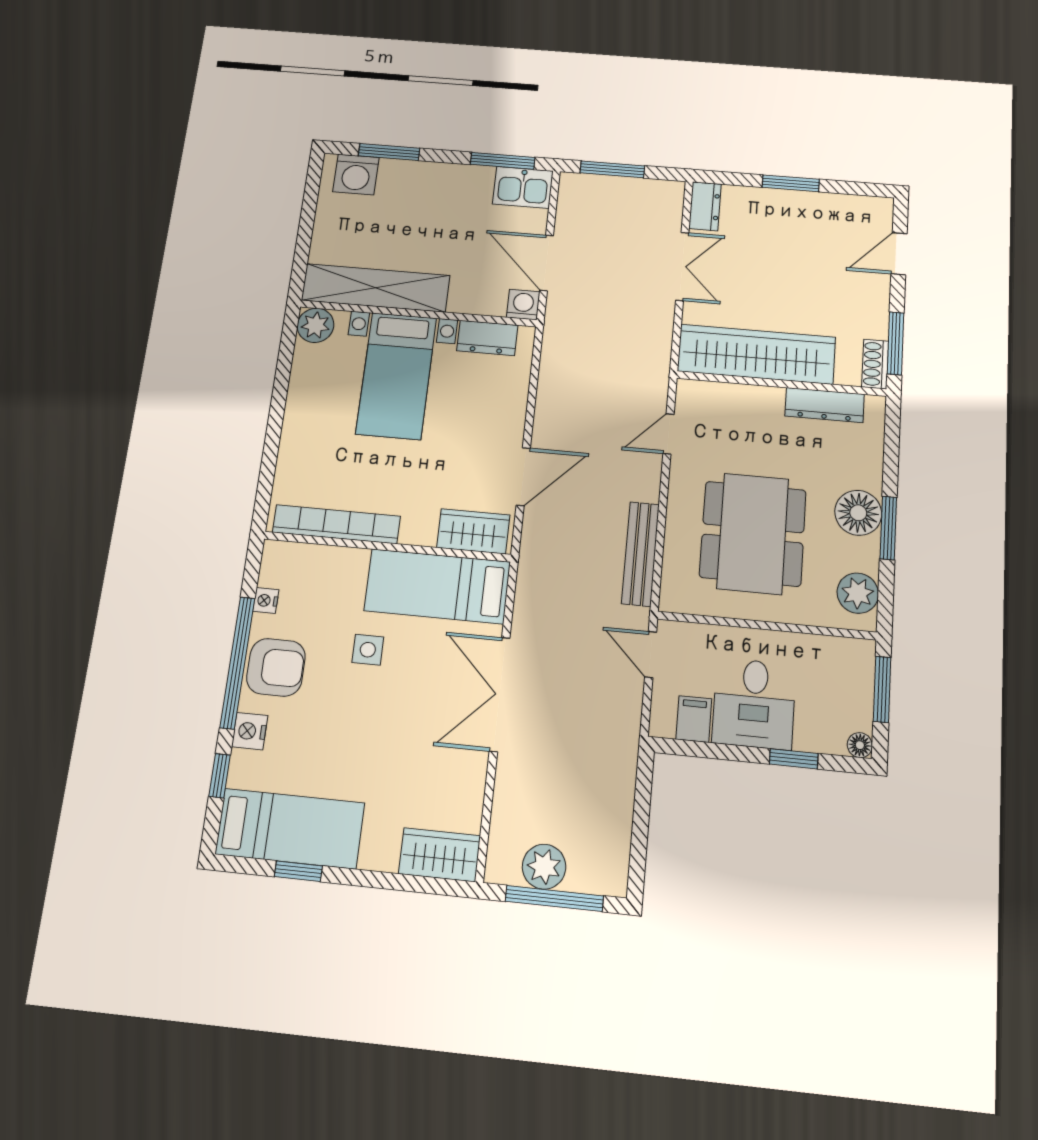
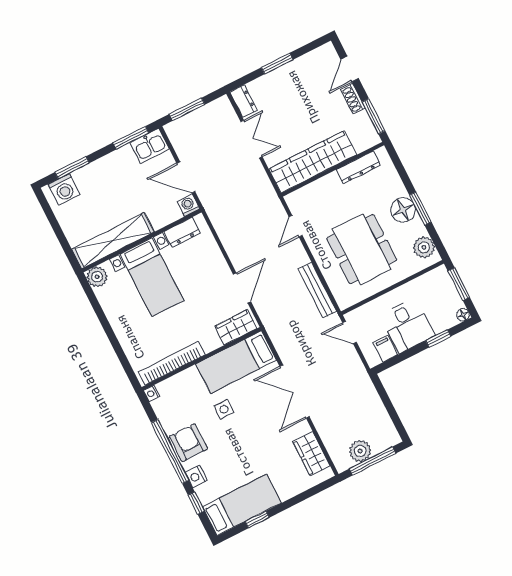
shoe rack: (875, 364) -> (353, 99), moved
nightstand: (266, 601) -> (152, 393), moved
armchair: (276, 667) -> (189, 443), turned -90
wardrobe: (440, 855) -> (311, 454), moved, turned -90

